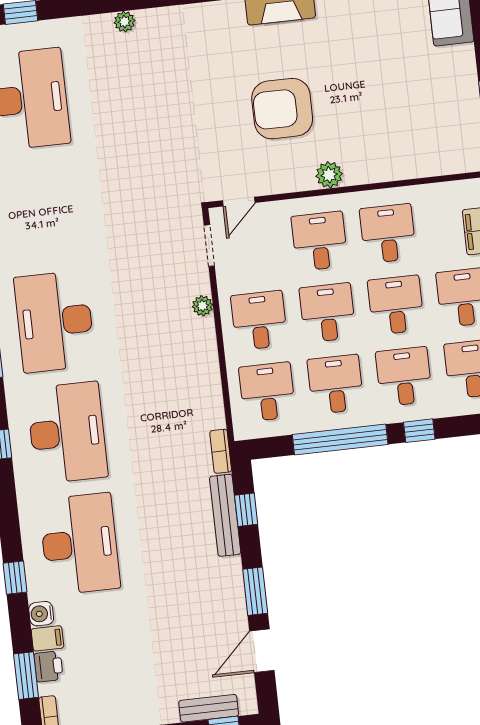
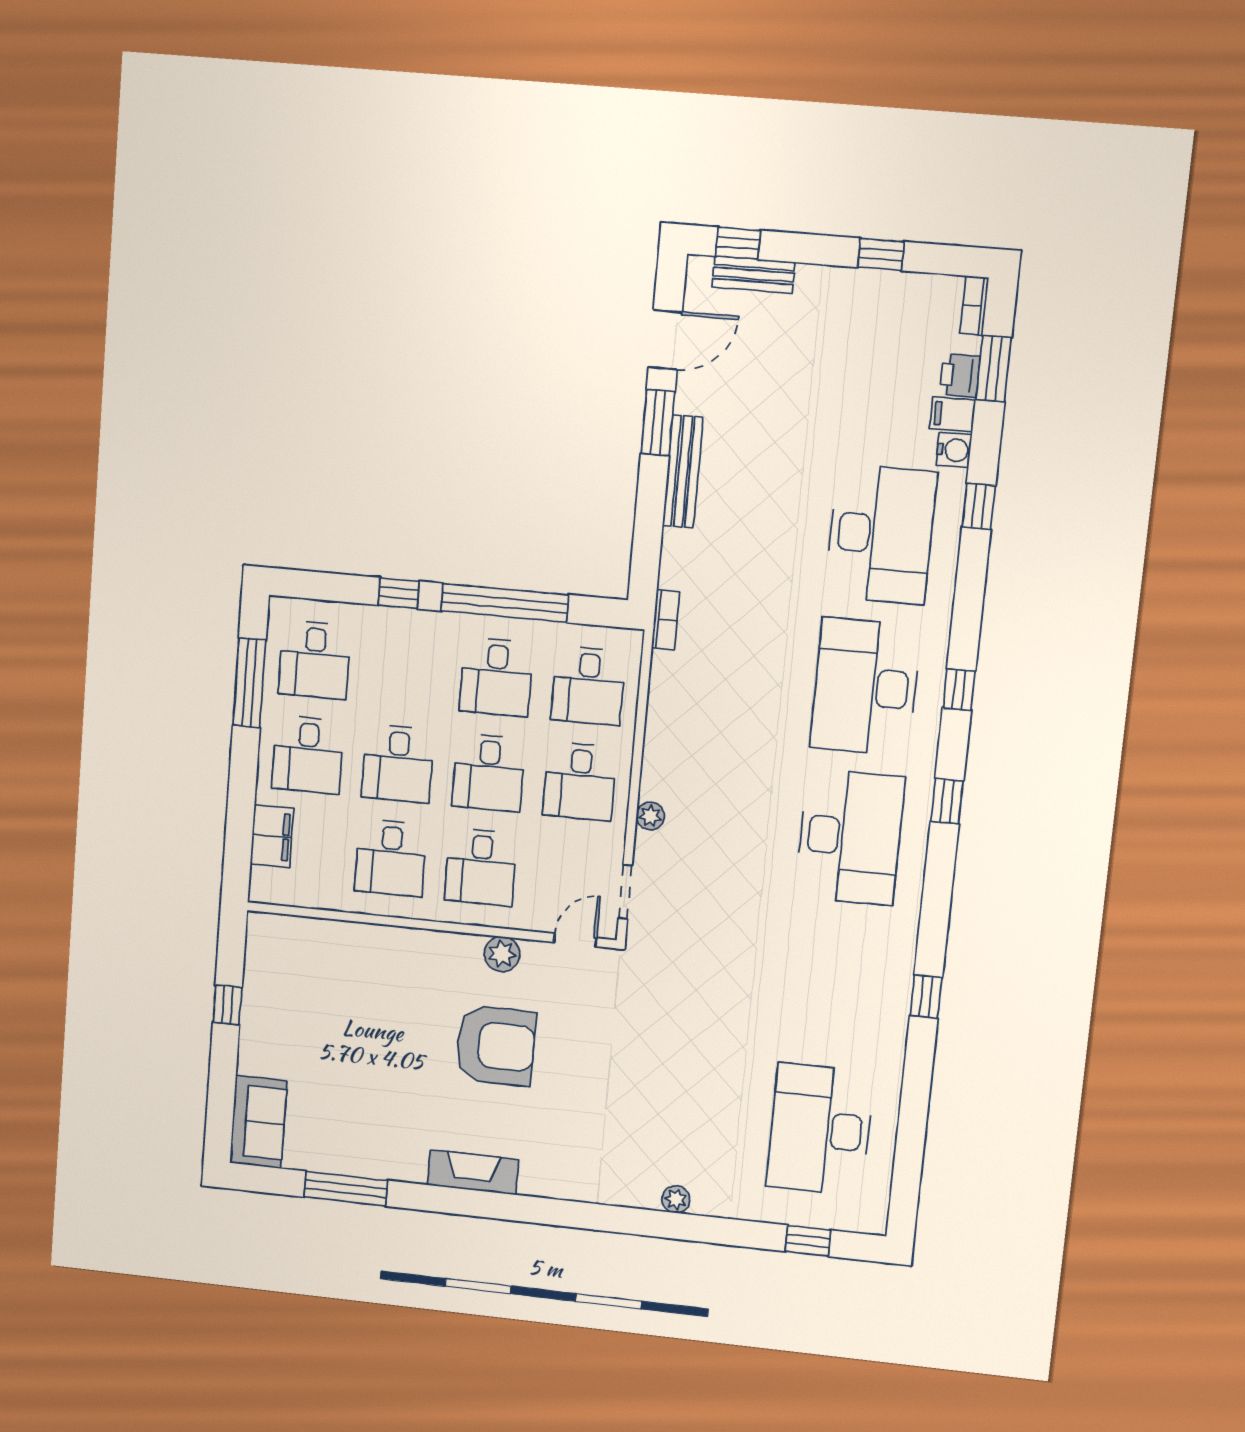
plant: (329, 175) -> (502, 954), moved
desk: (404, 377) -> (405, 668), removed
window: (246, 510) -> (648, 535), removed
bench: (225, 515) -> (683, 471), moved
desk: (80, 544) -> (881, 534), turned 180

